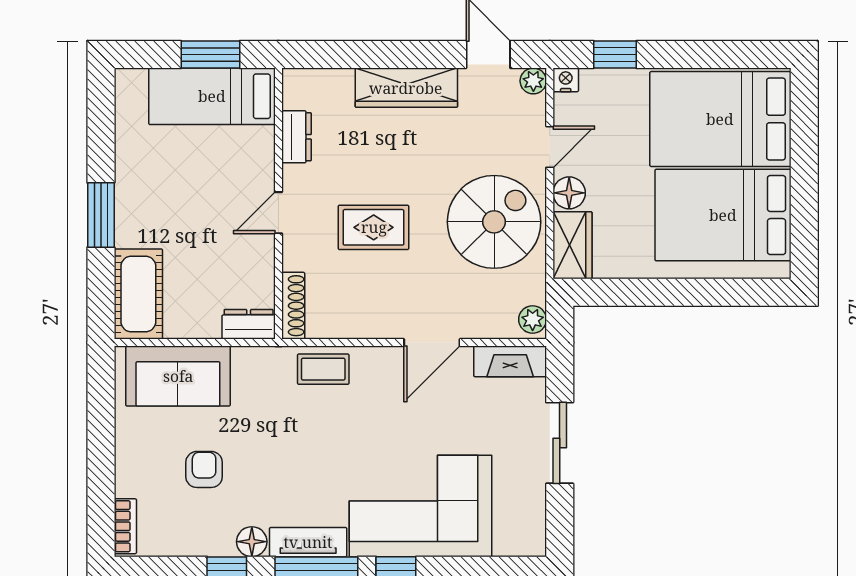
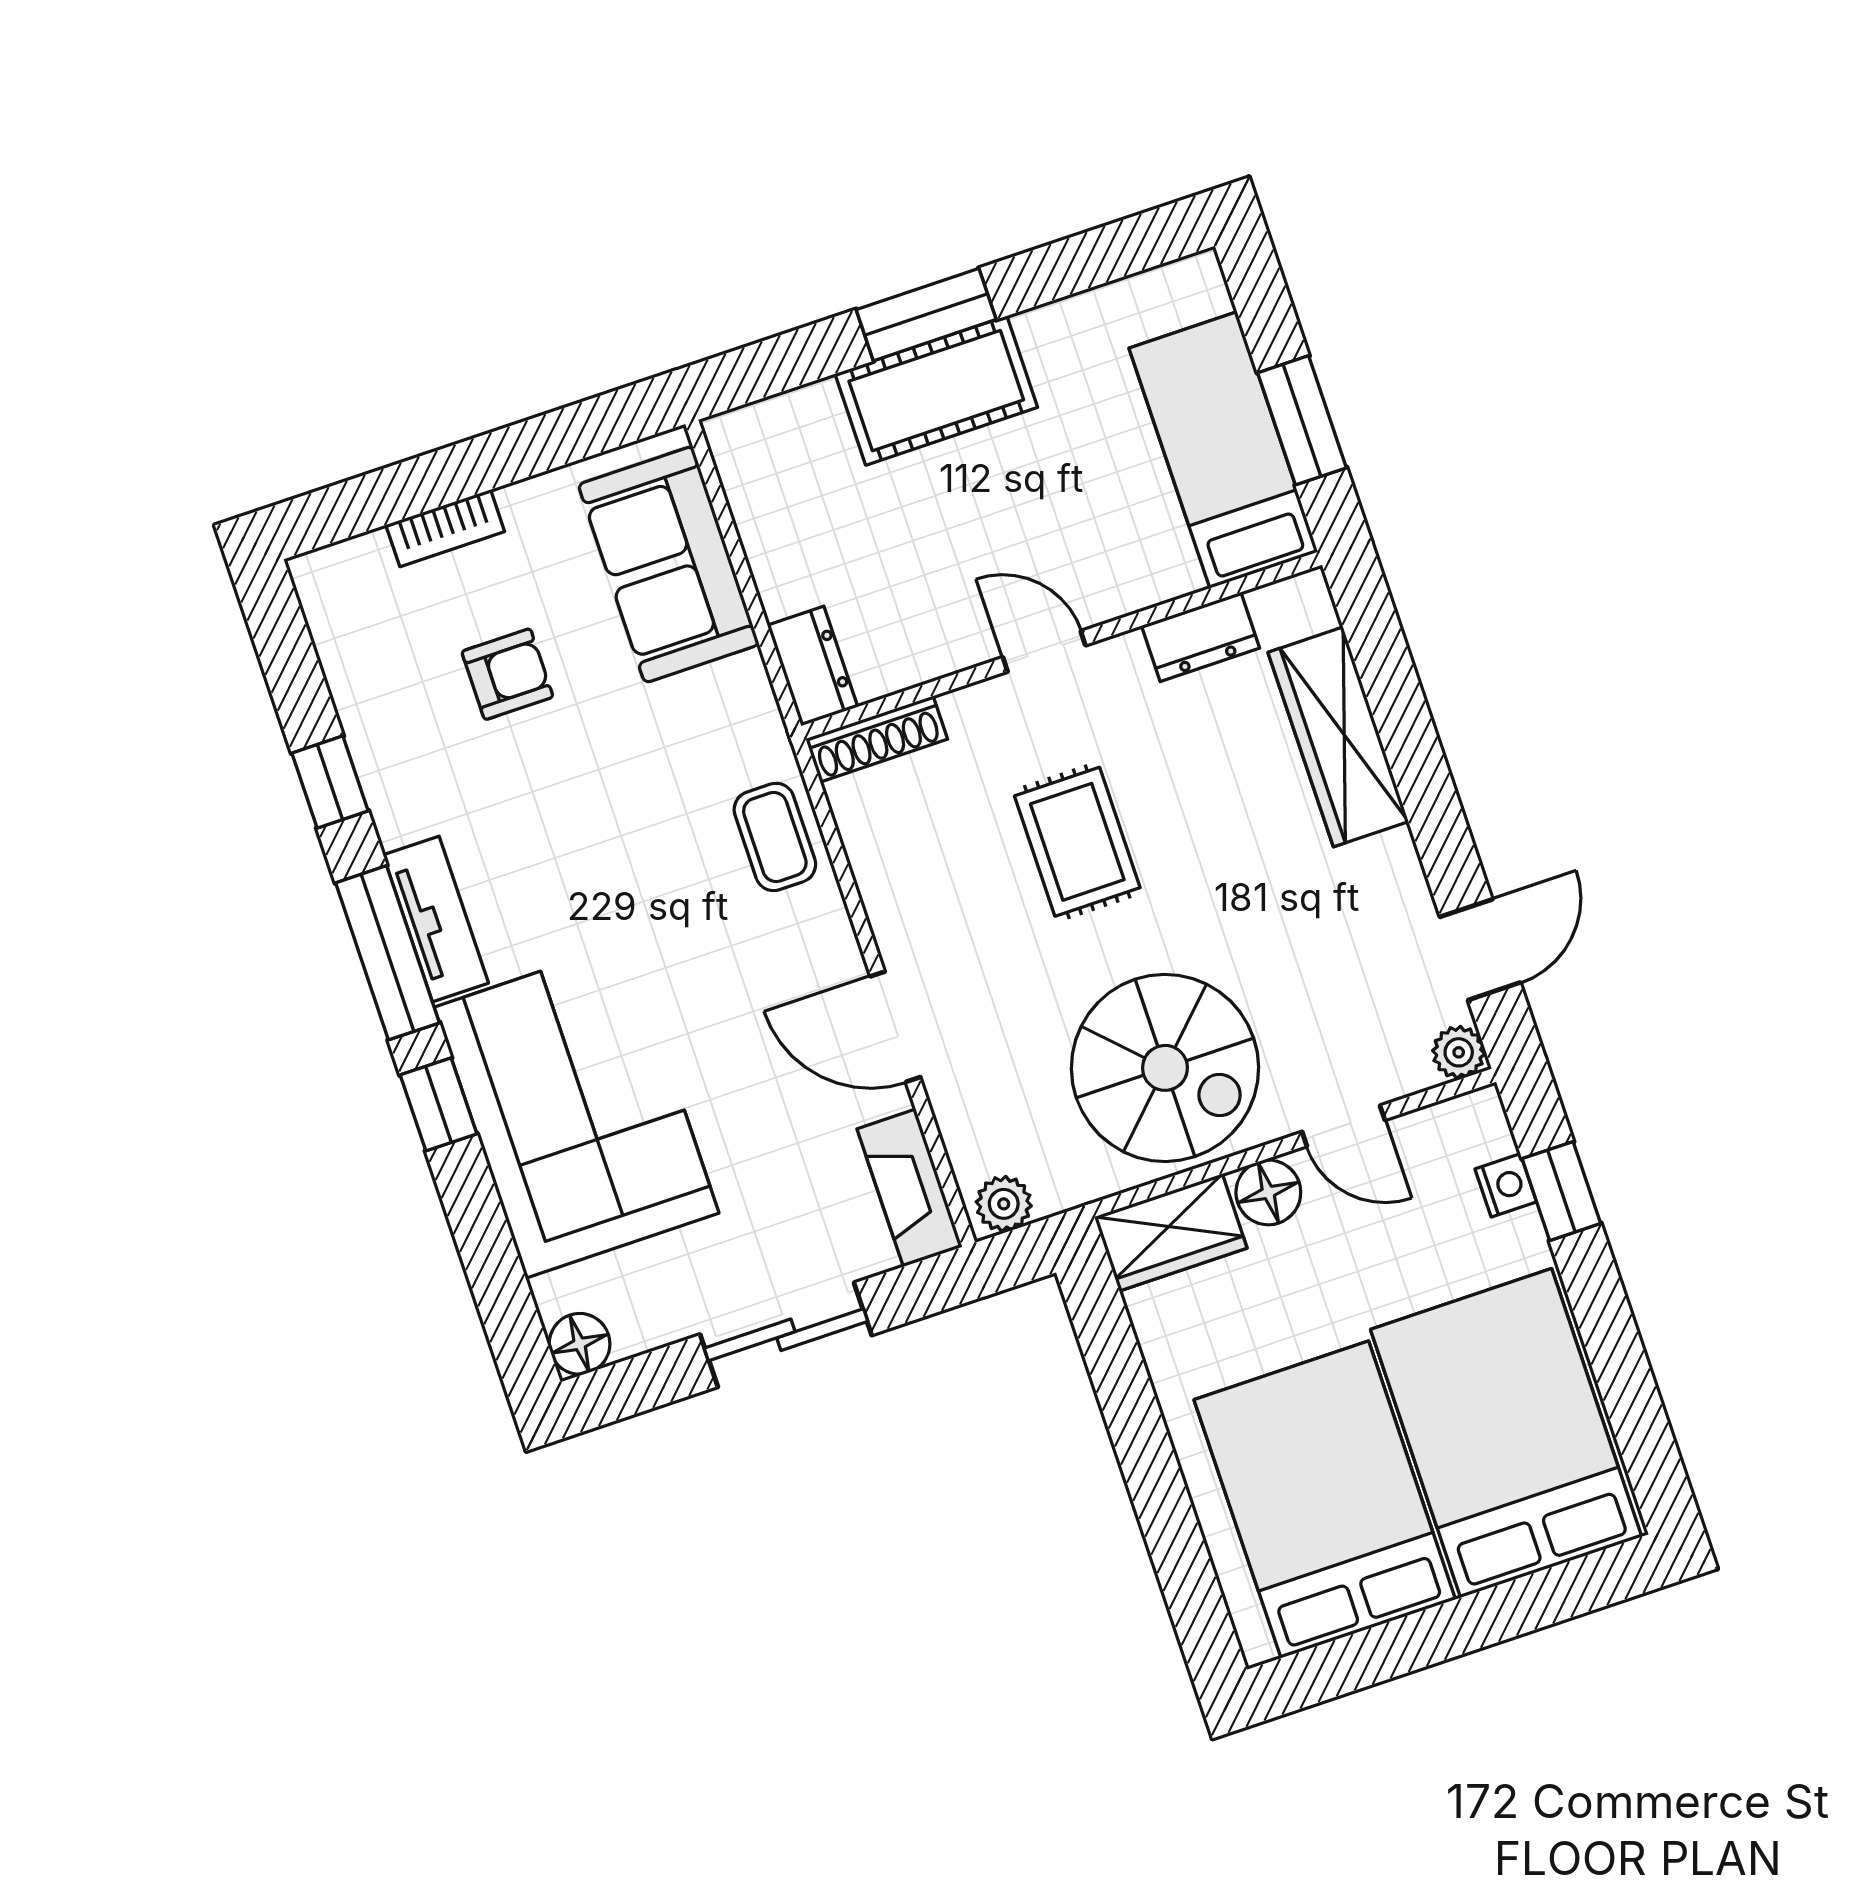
nightstand: (566, 80) -> (1506, 1185), moved
wardrobe: (406, 88) -> (1338, 737), moved
cot: (138, 294) -> (936, 391), moved
bookcase: (125, 526) -> (445, 528), moved
floor lamp: (252, 542) -> (580, 1344), moved

